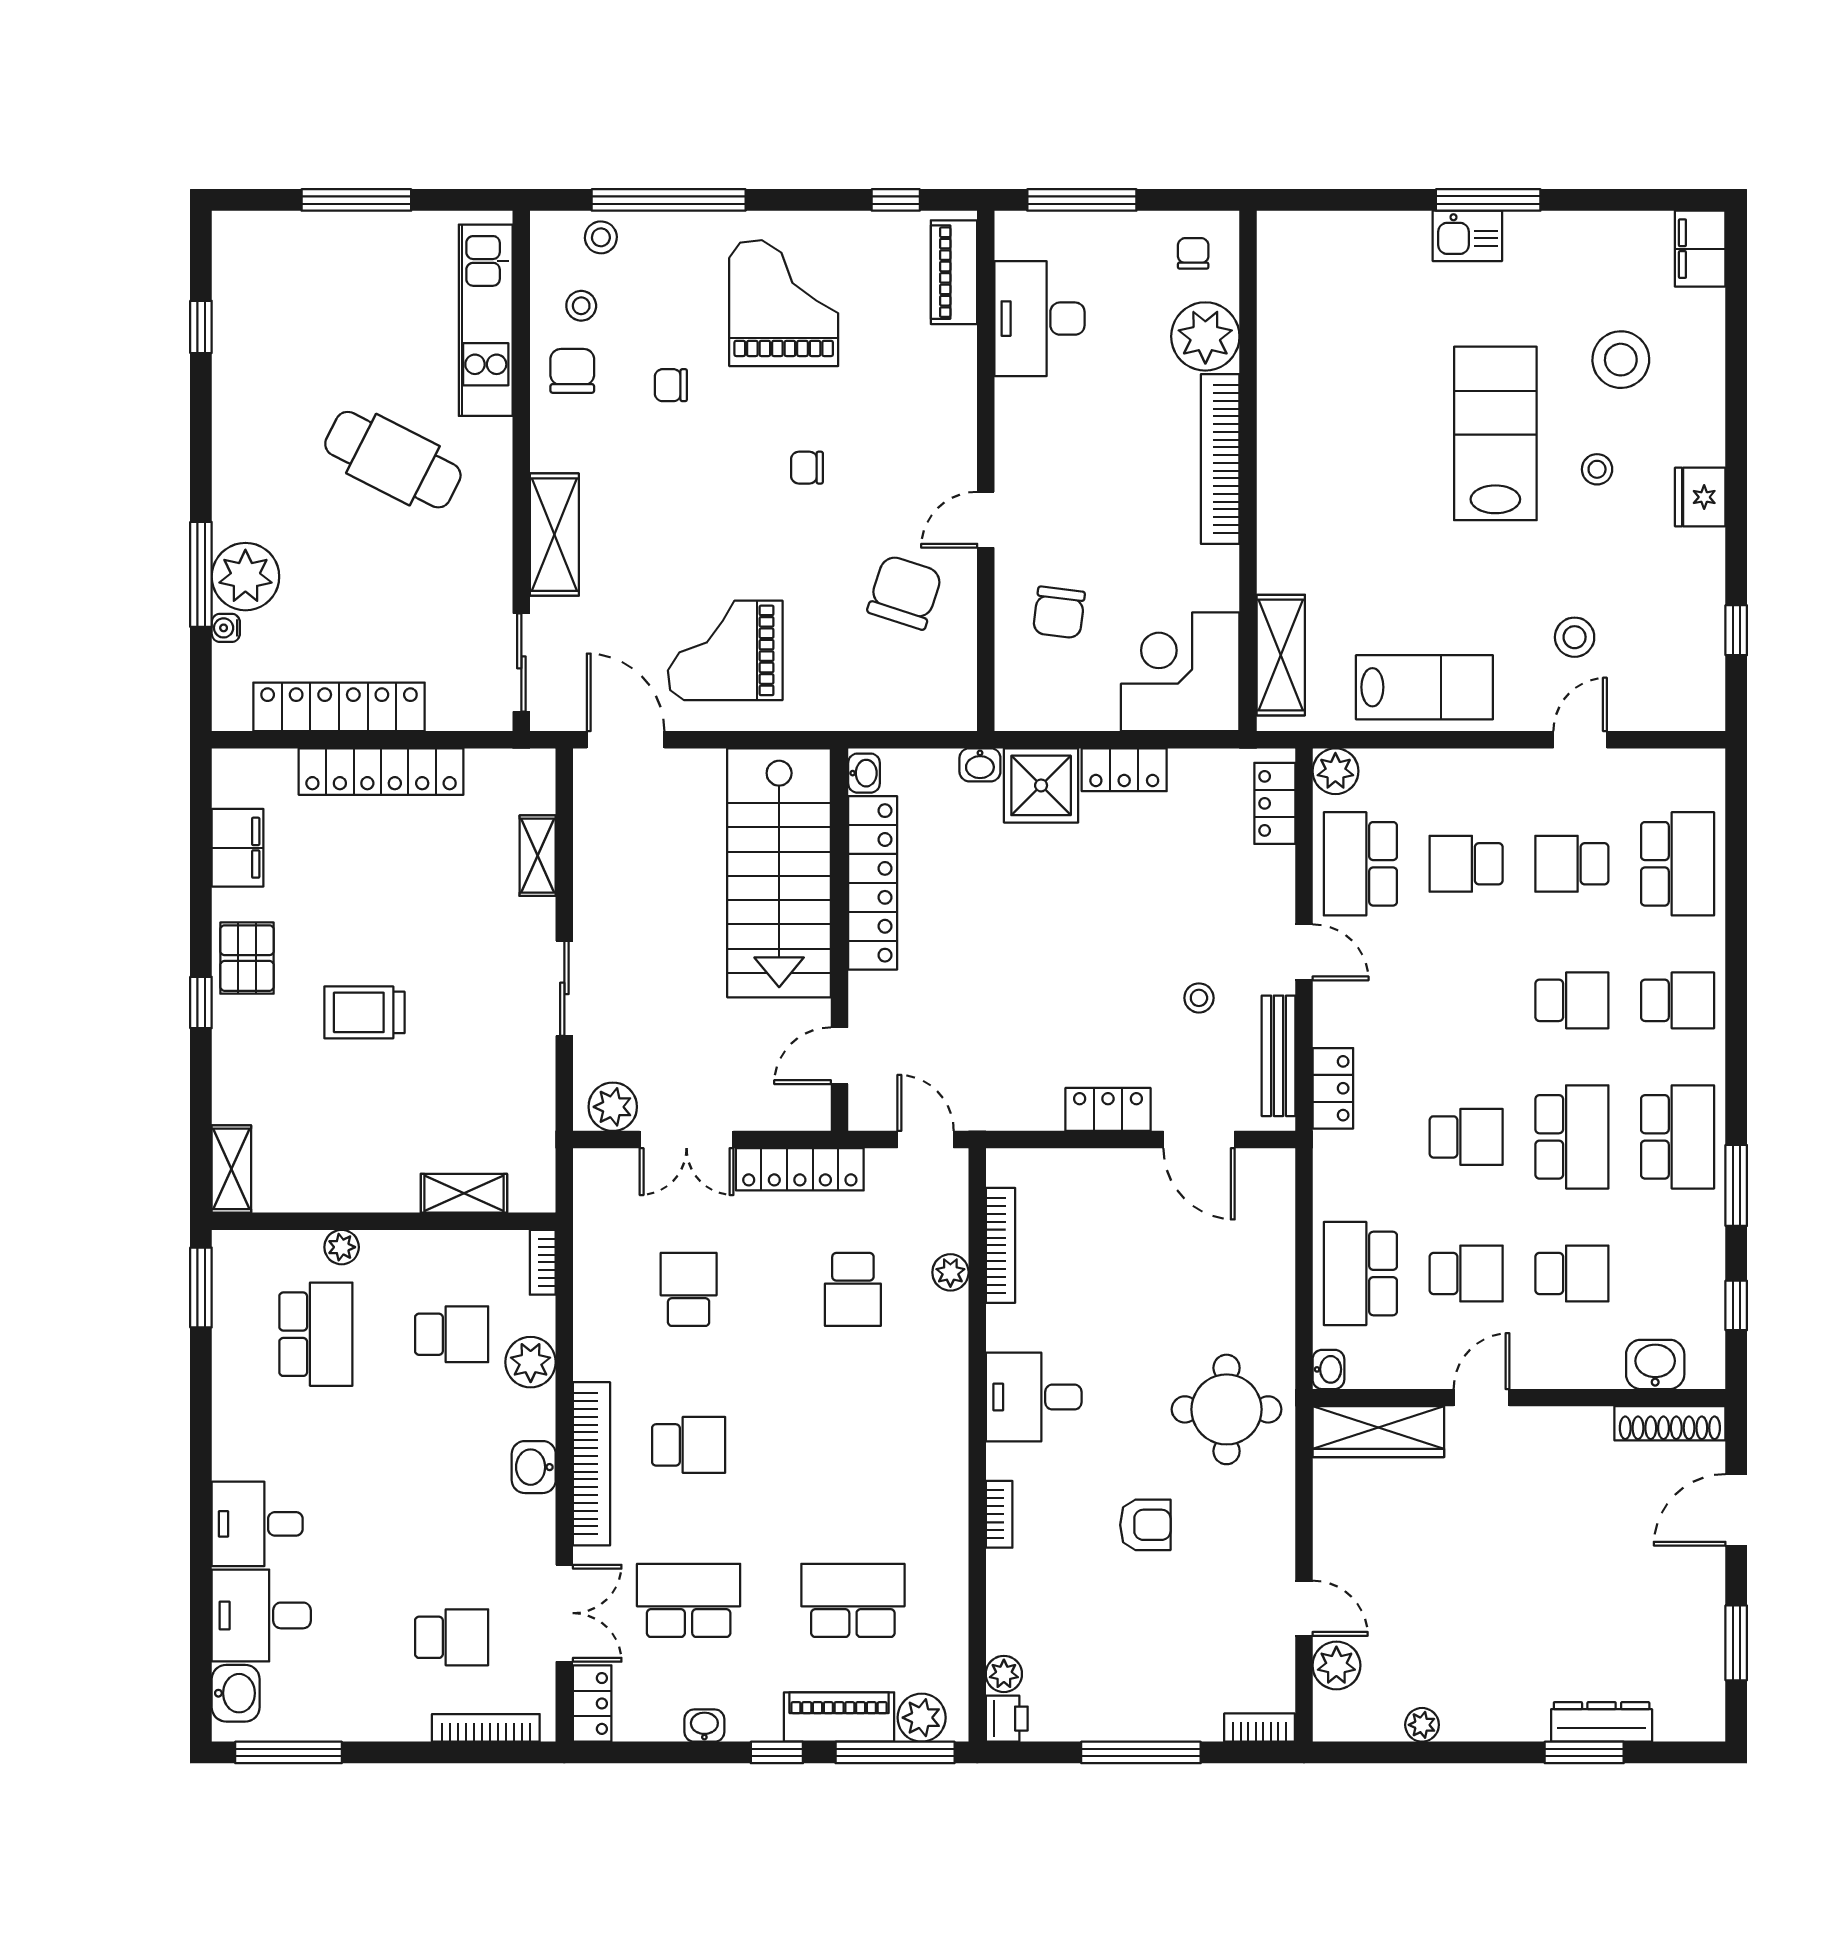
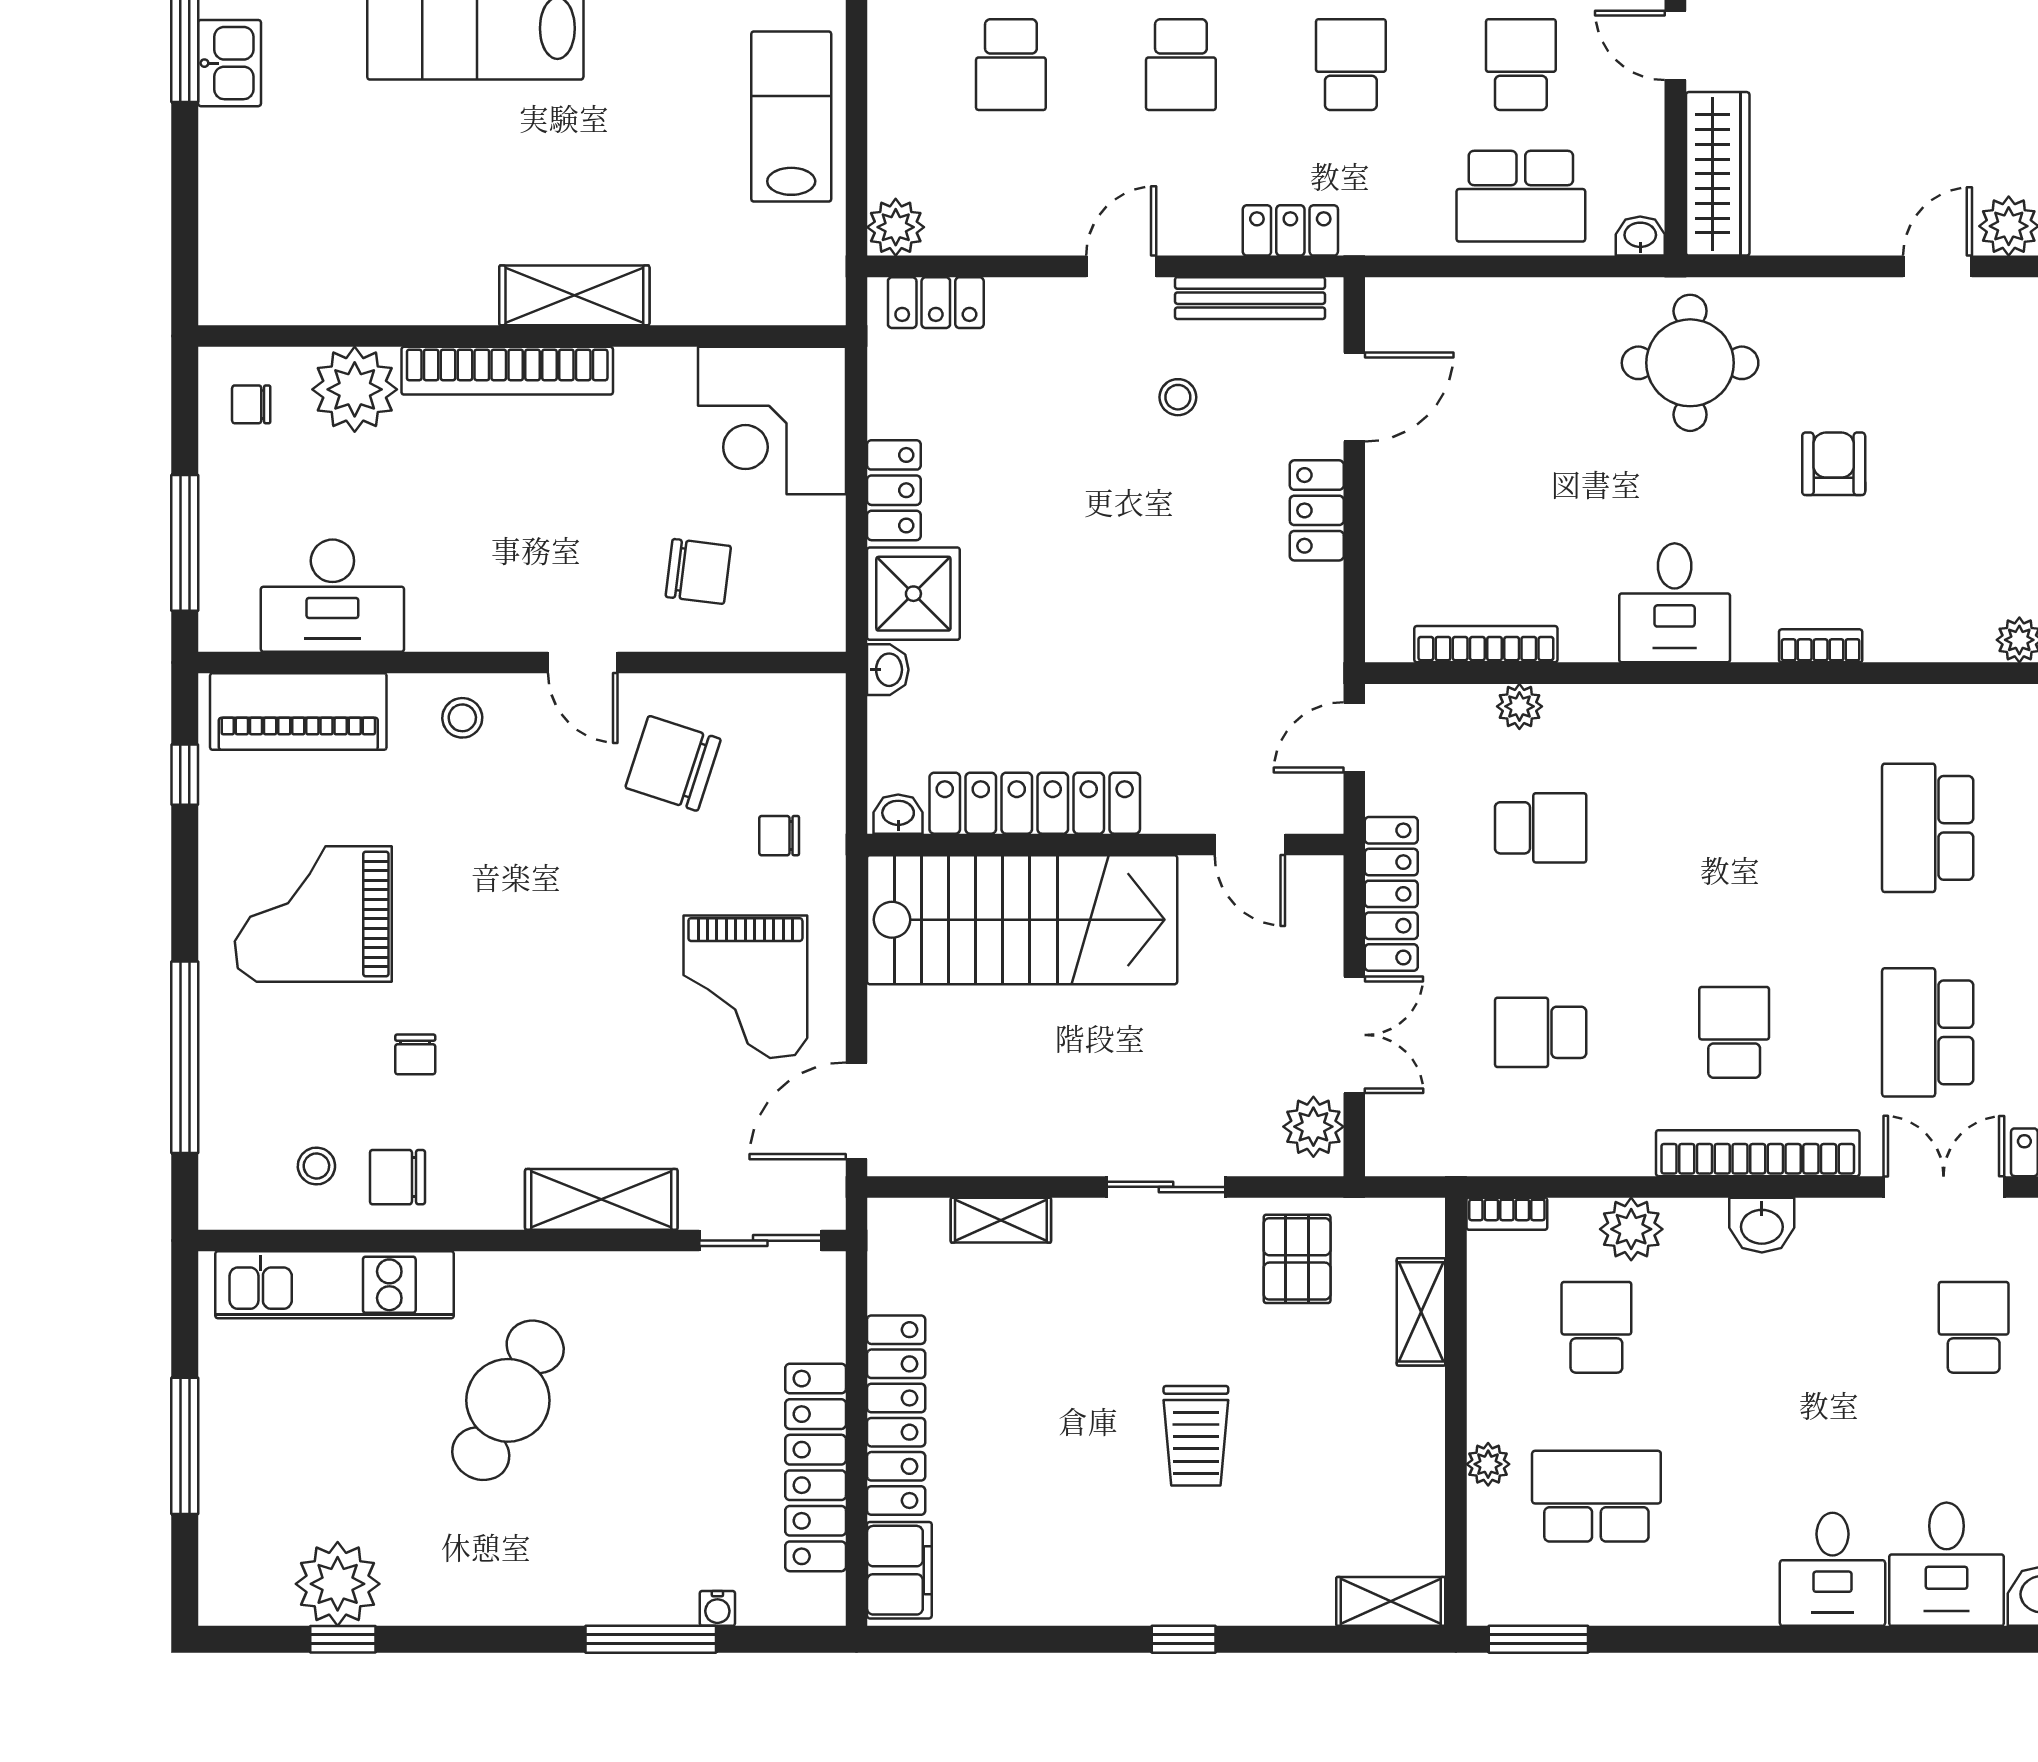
stool: (601, 237) -> (462, 718), moved
piano: (954, 272) -> (298, 712), width x1.37, depth x1.33
chair: (807, 468) -> (779, 836), moved, turned 90
plant: (245, 577) -> (338, 1584), moved
shelving: (1281, 655) -> (574, 295), moved
filing cabinet: (238, 848) -> (899, 1570), moved, turned 90
school desk: (1360, 864) -> (1181, 65), moved, width x0.54
pallet: (247, 958) -> (1297, 1259), moved, turned 90

